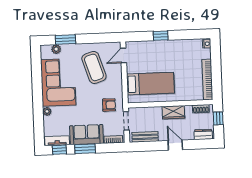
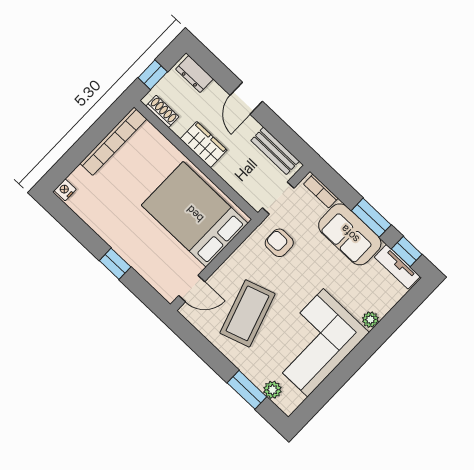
bed: (150, 84) -> (195, 214), width x1.50

